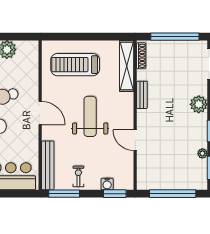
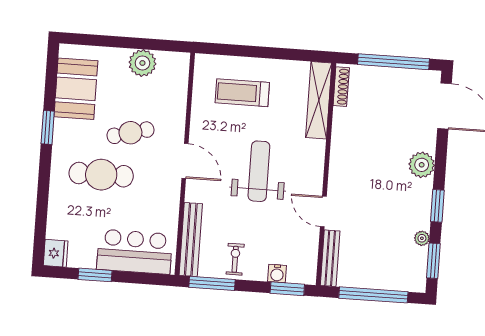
treadmill: (75, 65) -> (242, 93), width x0.73, depth x0.73
bench: (142, 95) -> (330, 258), moved, width x1.36

